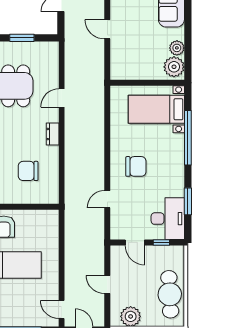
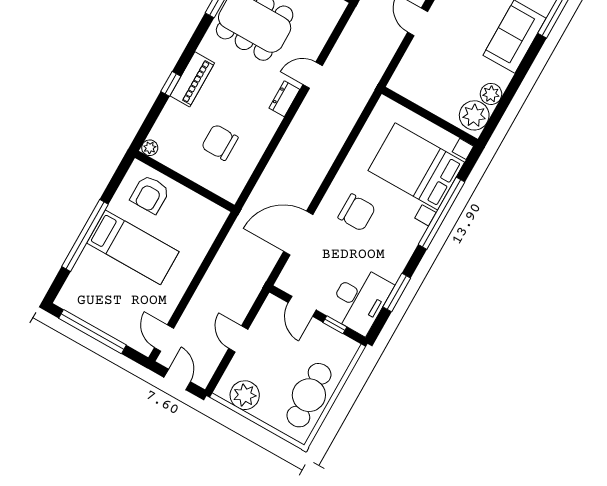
bed with nightstands: (156, 109) -> (416, 166), width x1.36
dresser: (53, 134) -> (284, 99), moved
door: (107, 199) -> (298, 233), width x1.88

